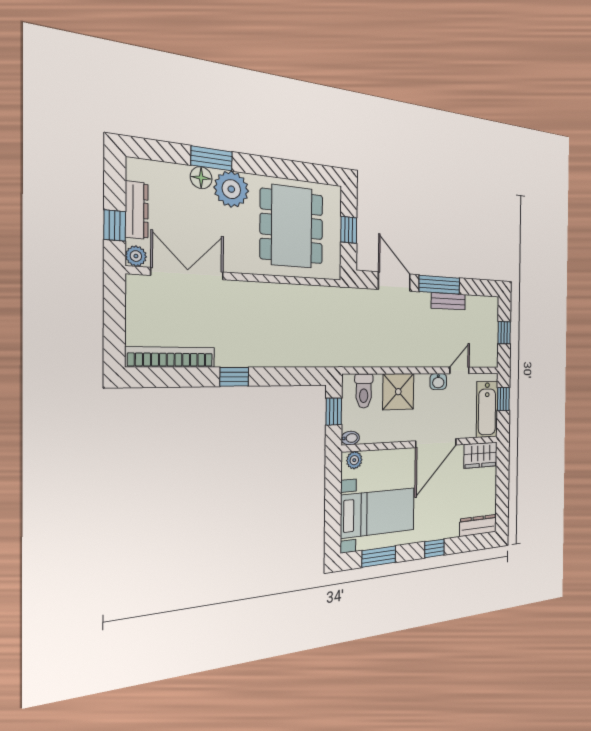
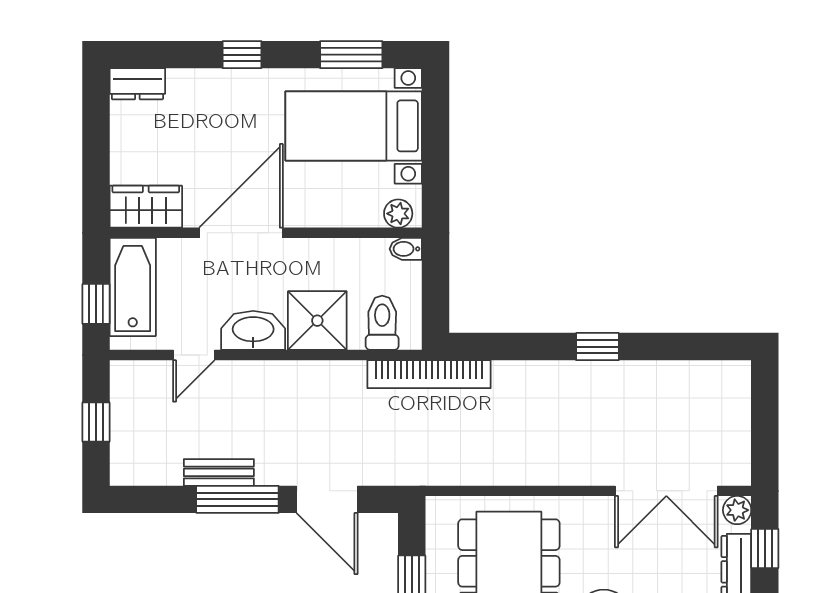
bookcase: (171, 357) -> (429, 374), moved
washbasin: (438, 382) -> (253, 330), width x1.91, depth x1.45
window: (334, 412) -> (435, 292), removed
dresser: (478, 525) -> (137, 84), width x0.70

